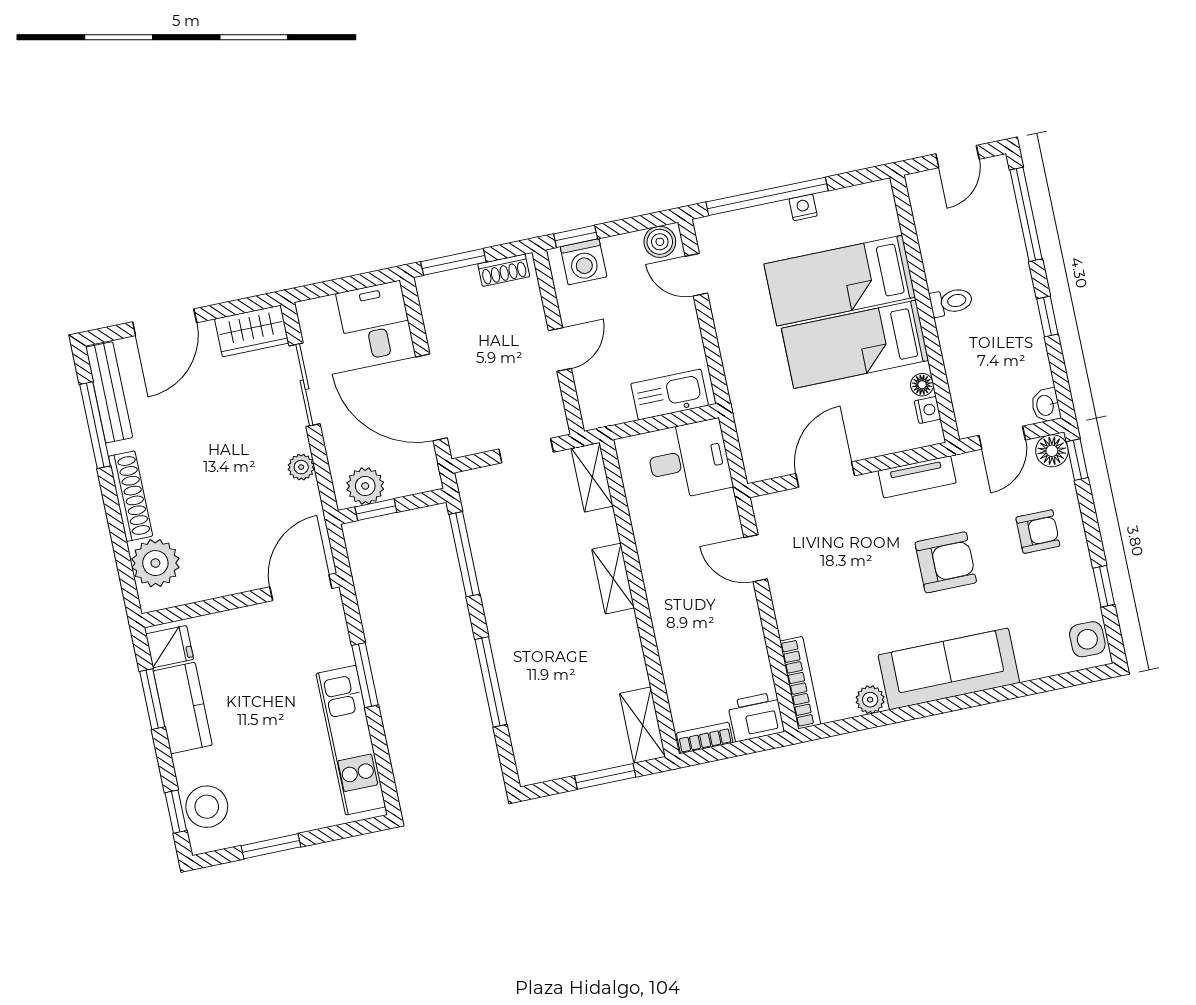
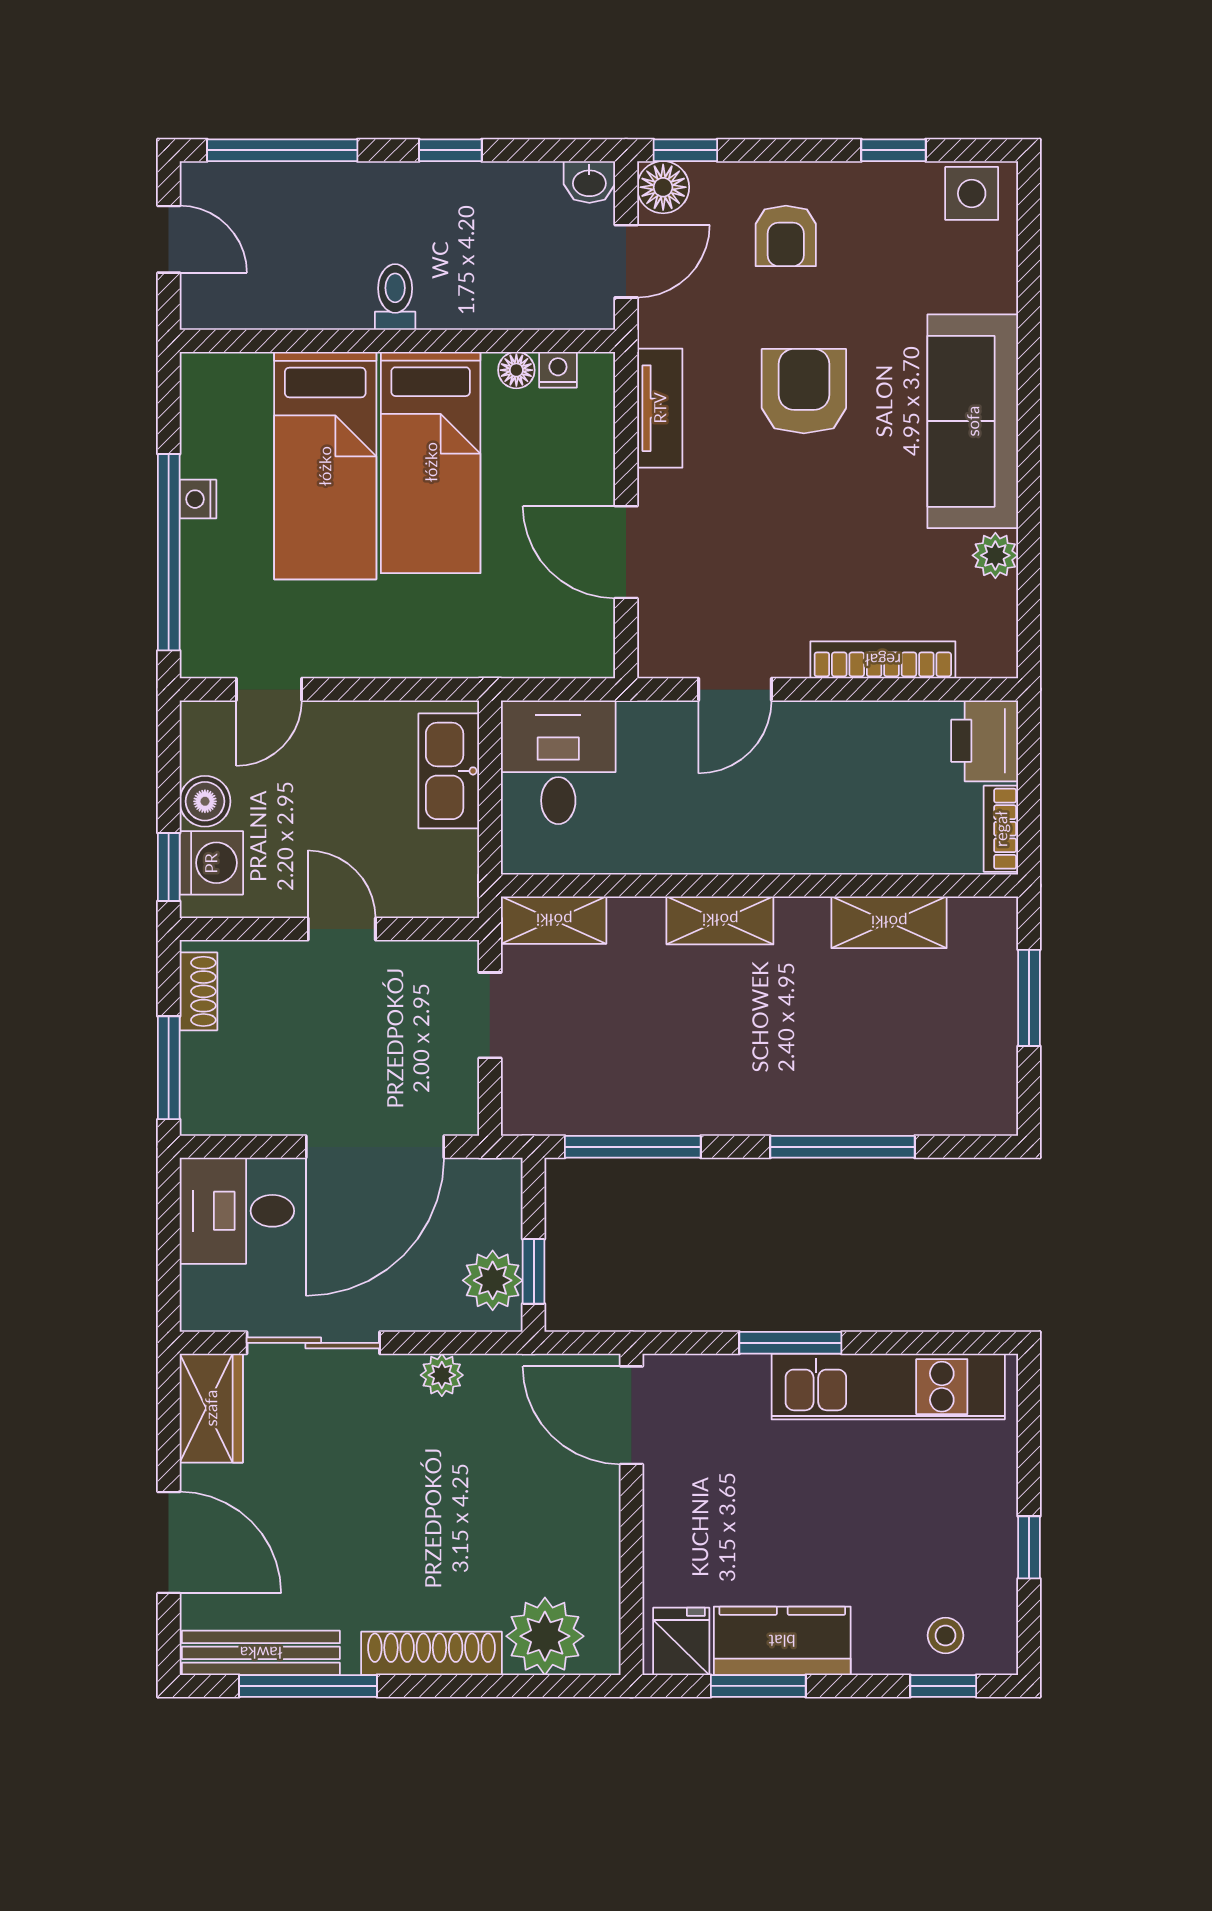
boiler: (660, 242) -> (205, 801), moved
door: (1002, 438) -> (626, 261), hinge flipped
armchair: (1038, 532) -> (786, 236), turned 180
bookcase: (800, 683) -> (883, 660), moved
shelving: (643, 725) -> (889, 922), moved
stool: (207, 807) -> (946, 1635), width x0.53, depth x0.53
window: (271, 846) -> (1029, 1547), width x0.67

